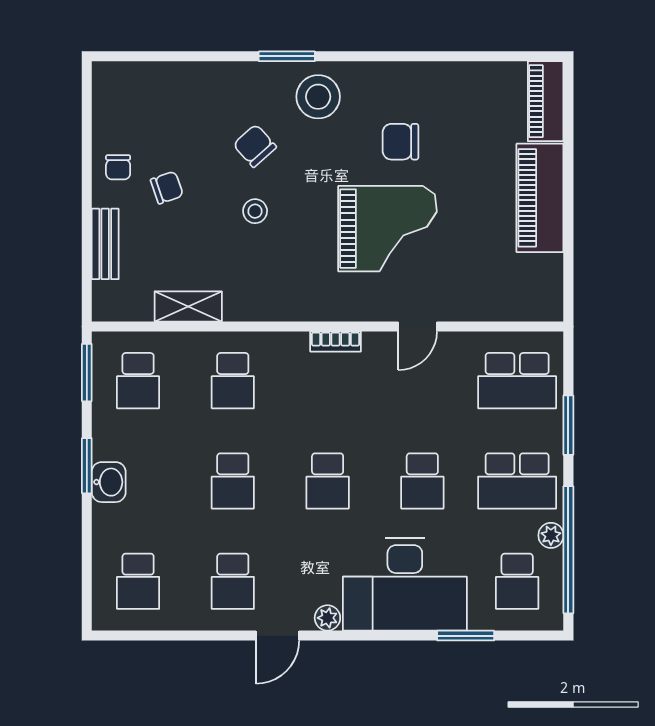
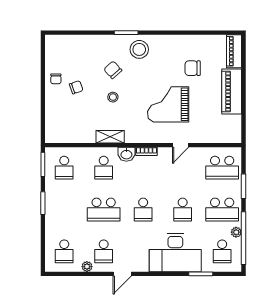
chair: (400, 142) -> (193, 68), moved
grand piano: (387, 229) -> (168, 104), turned 180
bench: (105, 244) -> (50, 111), removed
shelving: (188, 306) -> (110, 137), moved
school desk: (233, 481) -> (104, 210), width x1.85
washbasin: (109, 482) -> (126, 154), moved, turned 90
plant: (327, 618) -> (87, 267), moved

